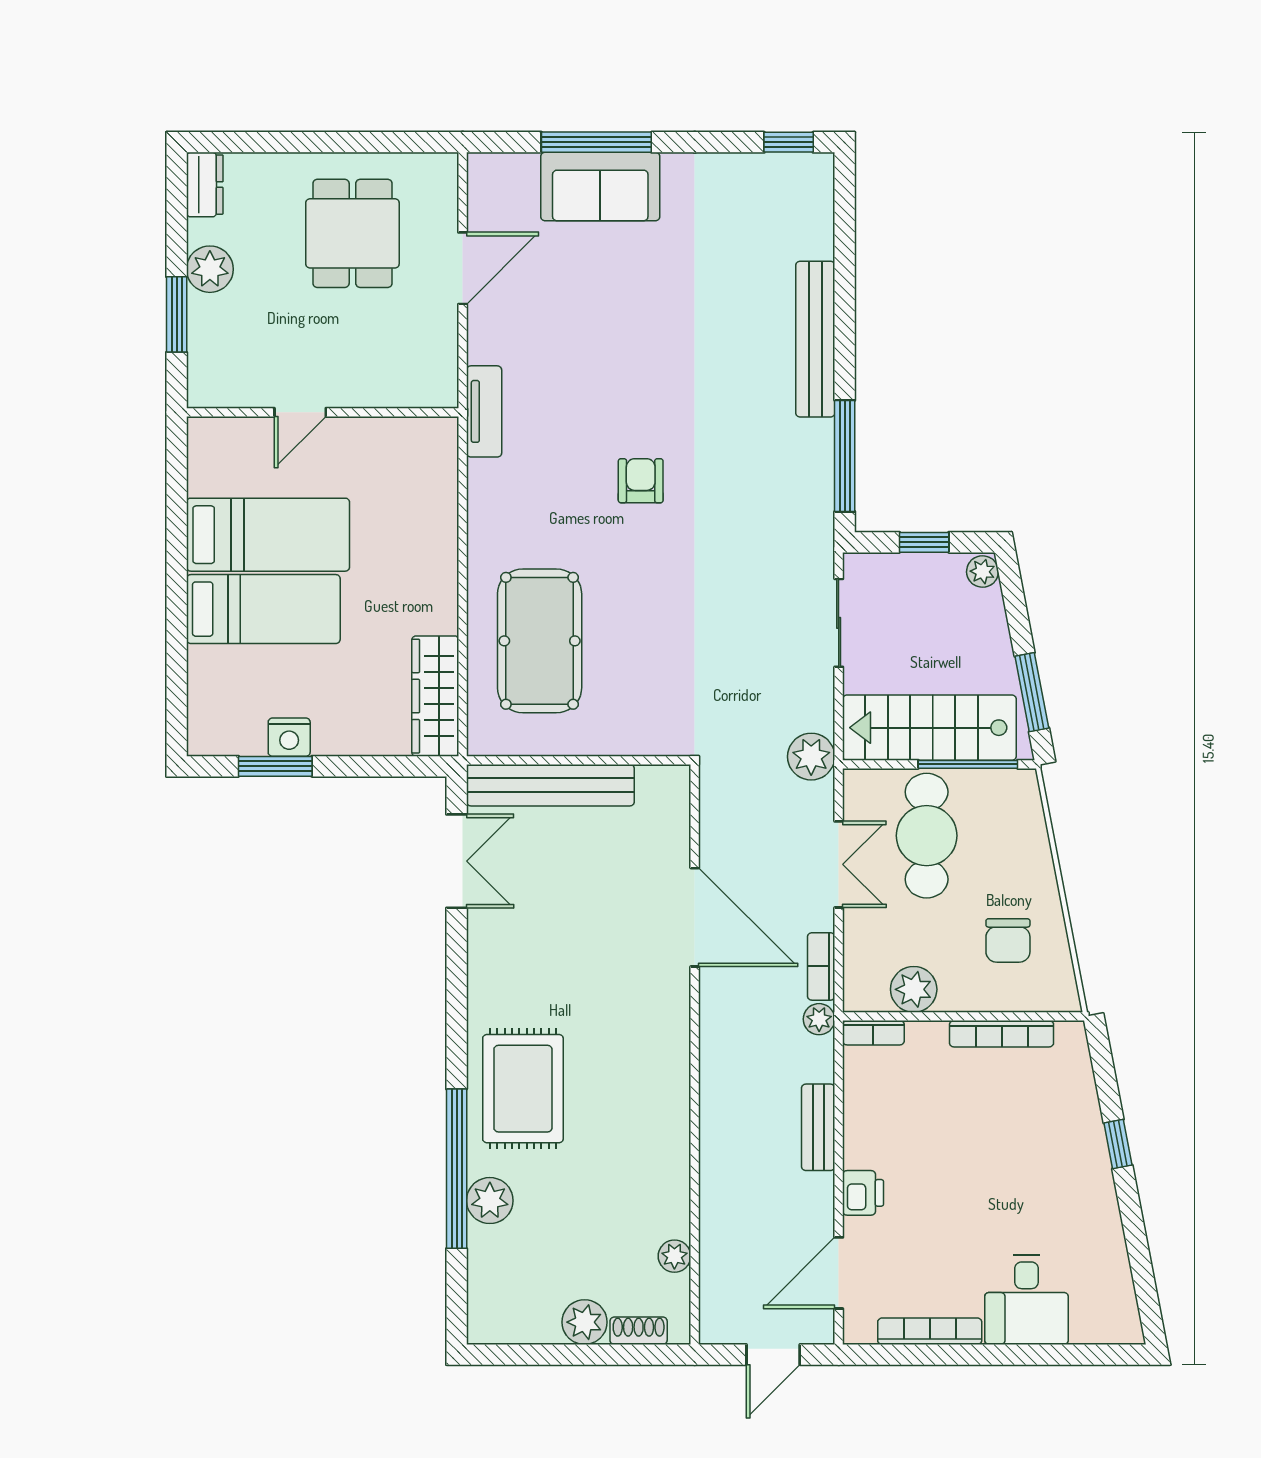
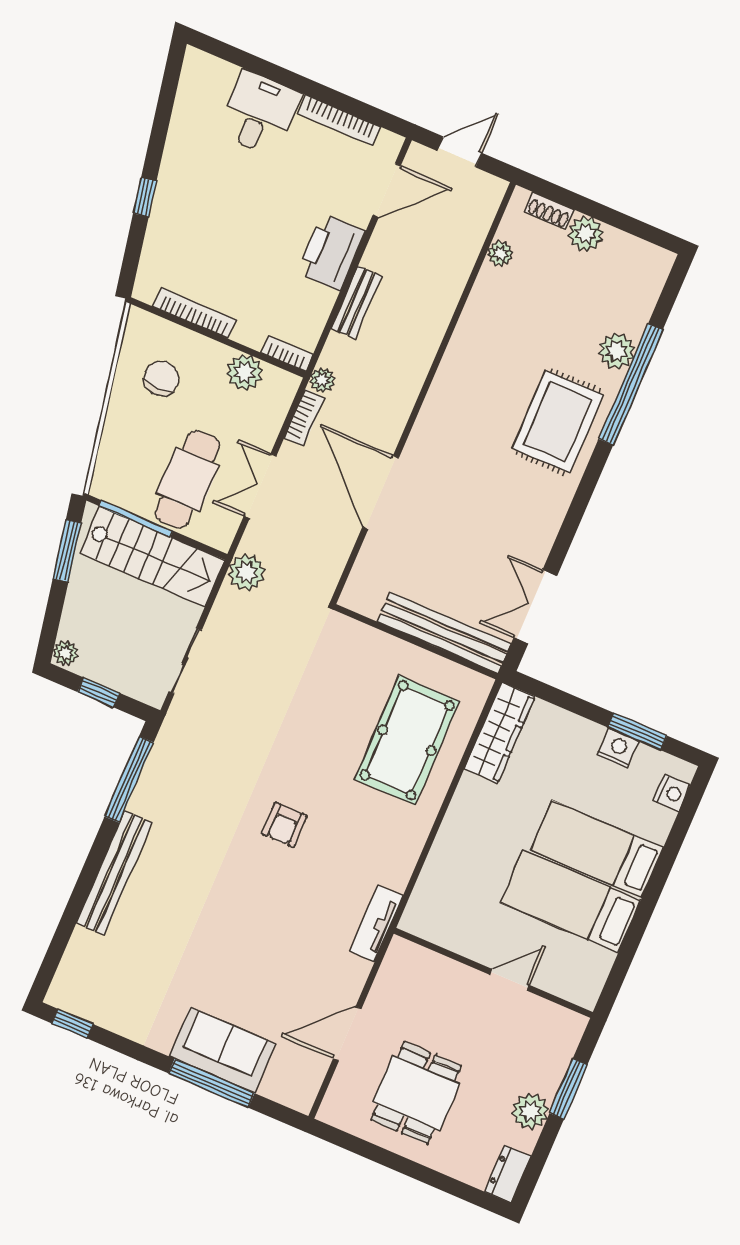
nightstand: (204, 712) -> (672, 793), added
printer: (863, 1193) -> (331, 252), width x1.87, depth x1.48

